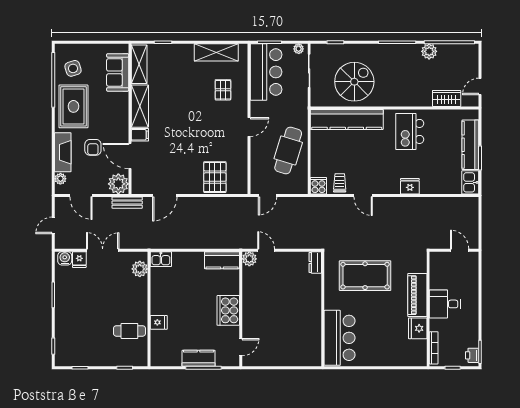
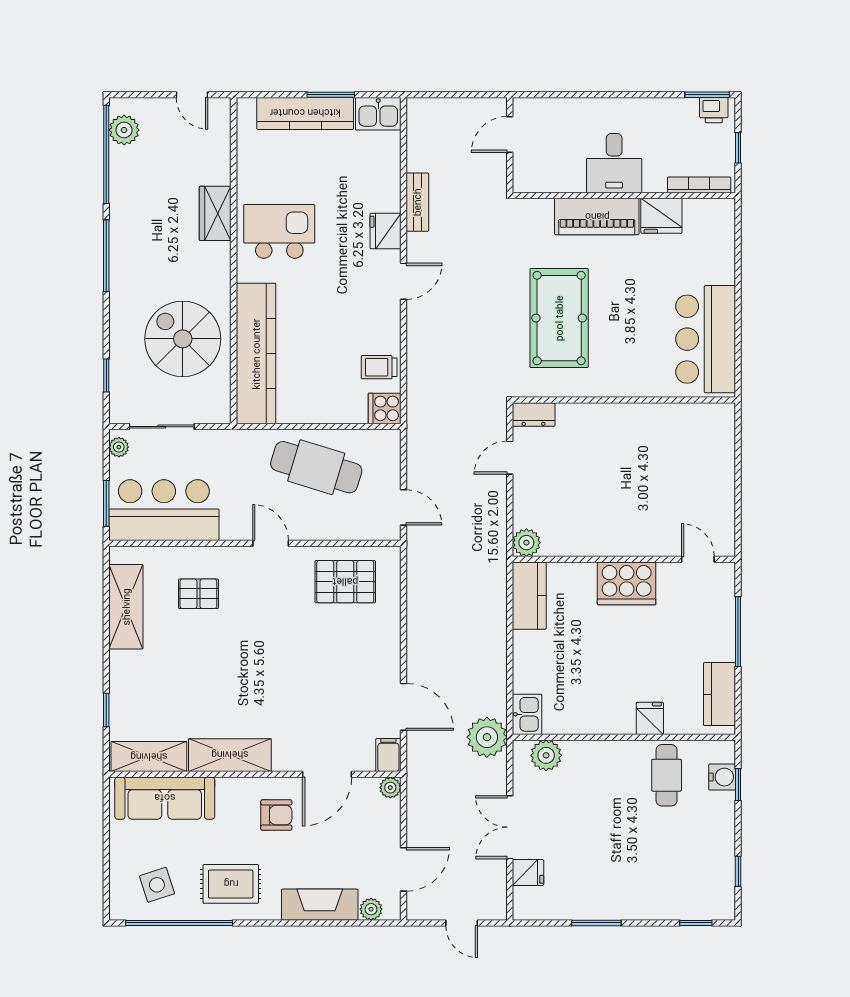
plant: (429, 51) -> (124, 130), moved
sofa: (118, 72) -> (165, 798), width x1.36
wardrobe: (447, 98) -> (215, 213), moved
rug: (73, 106) -> (231, 884), width x0.73, depth x0.70
kitchen island: (410, 131) -> (279, 231), turned 180
filing cabinet: (140, 135) -> (388, 755), moved
armchair: (93, 147) -> (276, 815), moved
pallet: (215, 177) -> (345, 582), moved
plant: (118, 184) -> (390, 788), width x0.53, depth x0.53
door: (363, 195) -> (404, 281), moved
bench: (127, 203) -> (417, 202), moved
plant: (149, 238) -> (487, 737), added
door: (266, 250) -> (510, 458), moved
water cooler: (65, 258) -> (722, 777), moved, turned 180
bar counter: (340, 338) -> (706, 339), moved, turned -90
kitchen counter: (199, 358) -> (720, 694), moved

